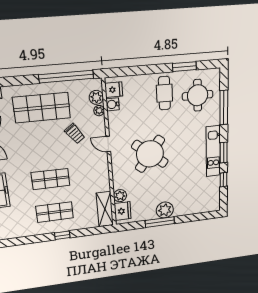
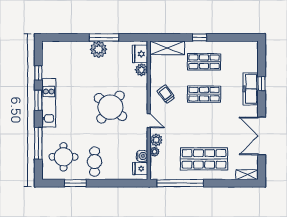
plant: (96, 97) -> (156, 140), moved
trolley: (75, 134) -> (166, 94), moved
shelving: (105, 209) -> (167, 48), moved, turned 90

